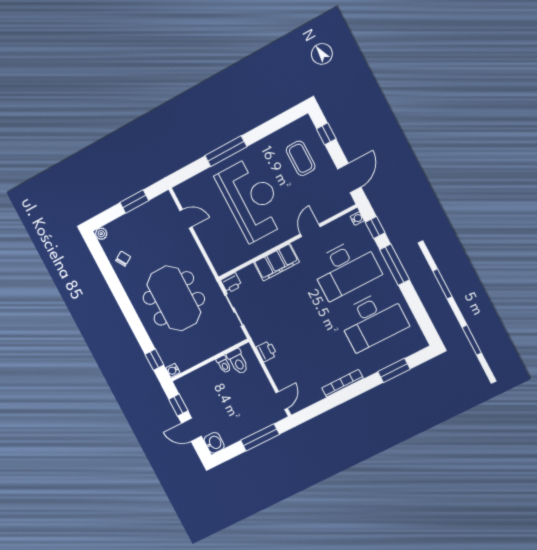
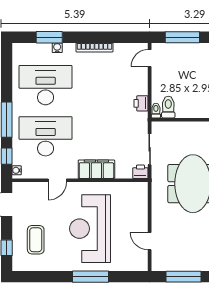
window: (134, 201) -> (183, 277), width x1.44
toilet: (224, 364) -> (156, 111), moved
water cooler: (380, 364) -> (57, 48), added

